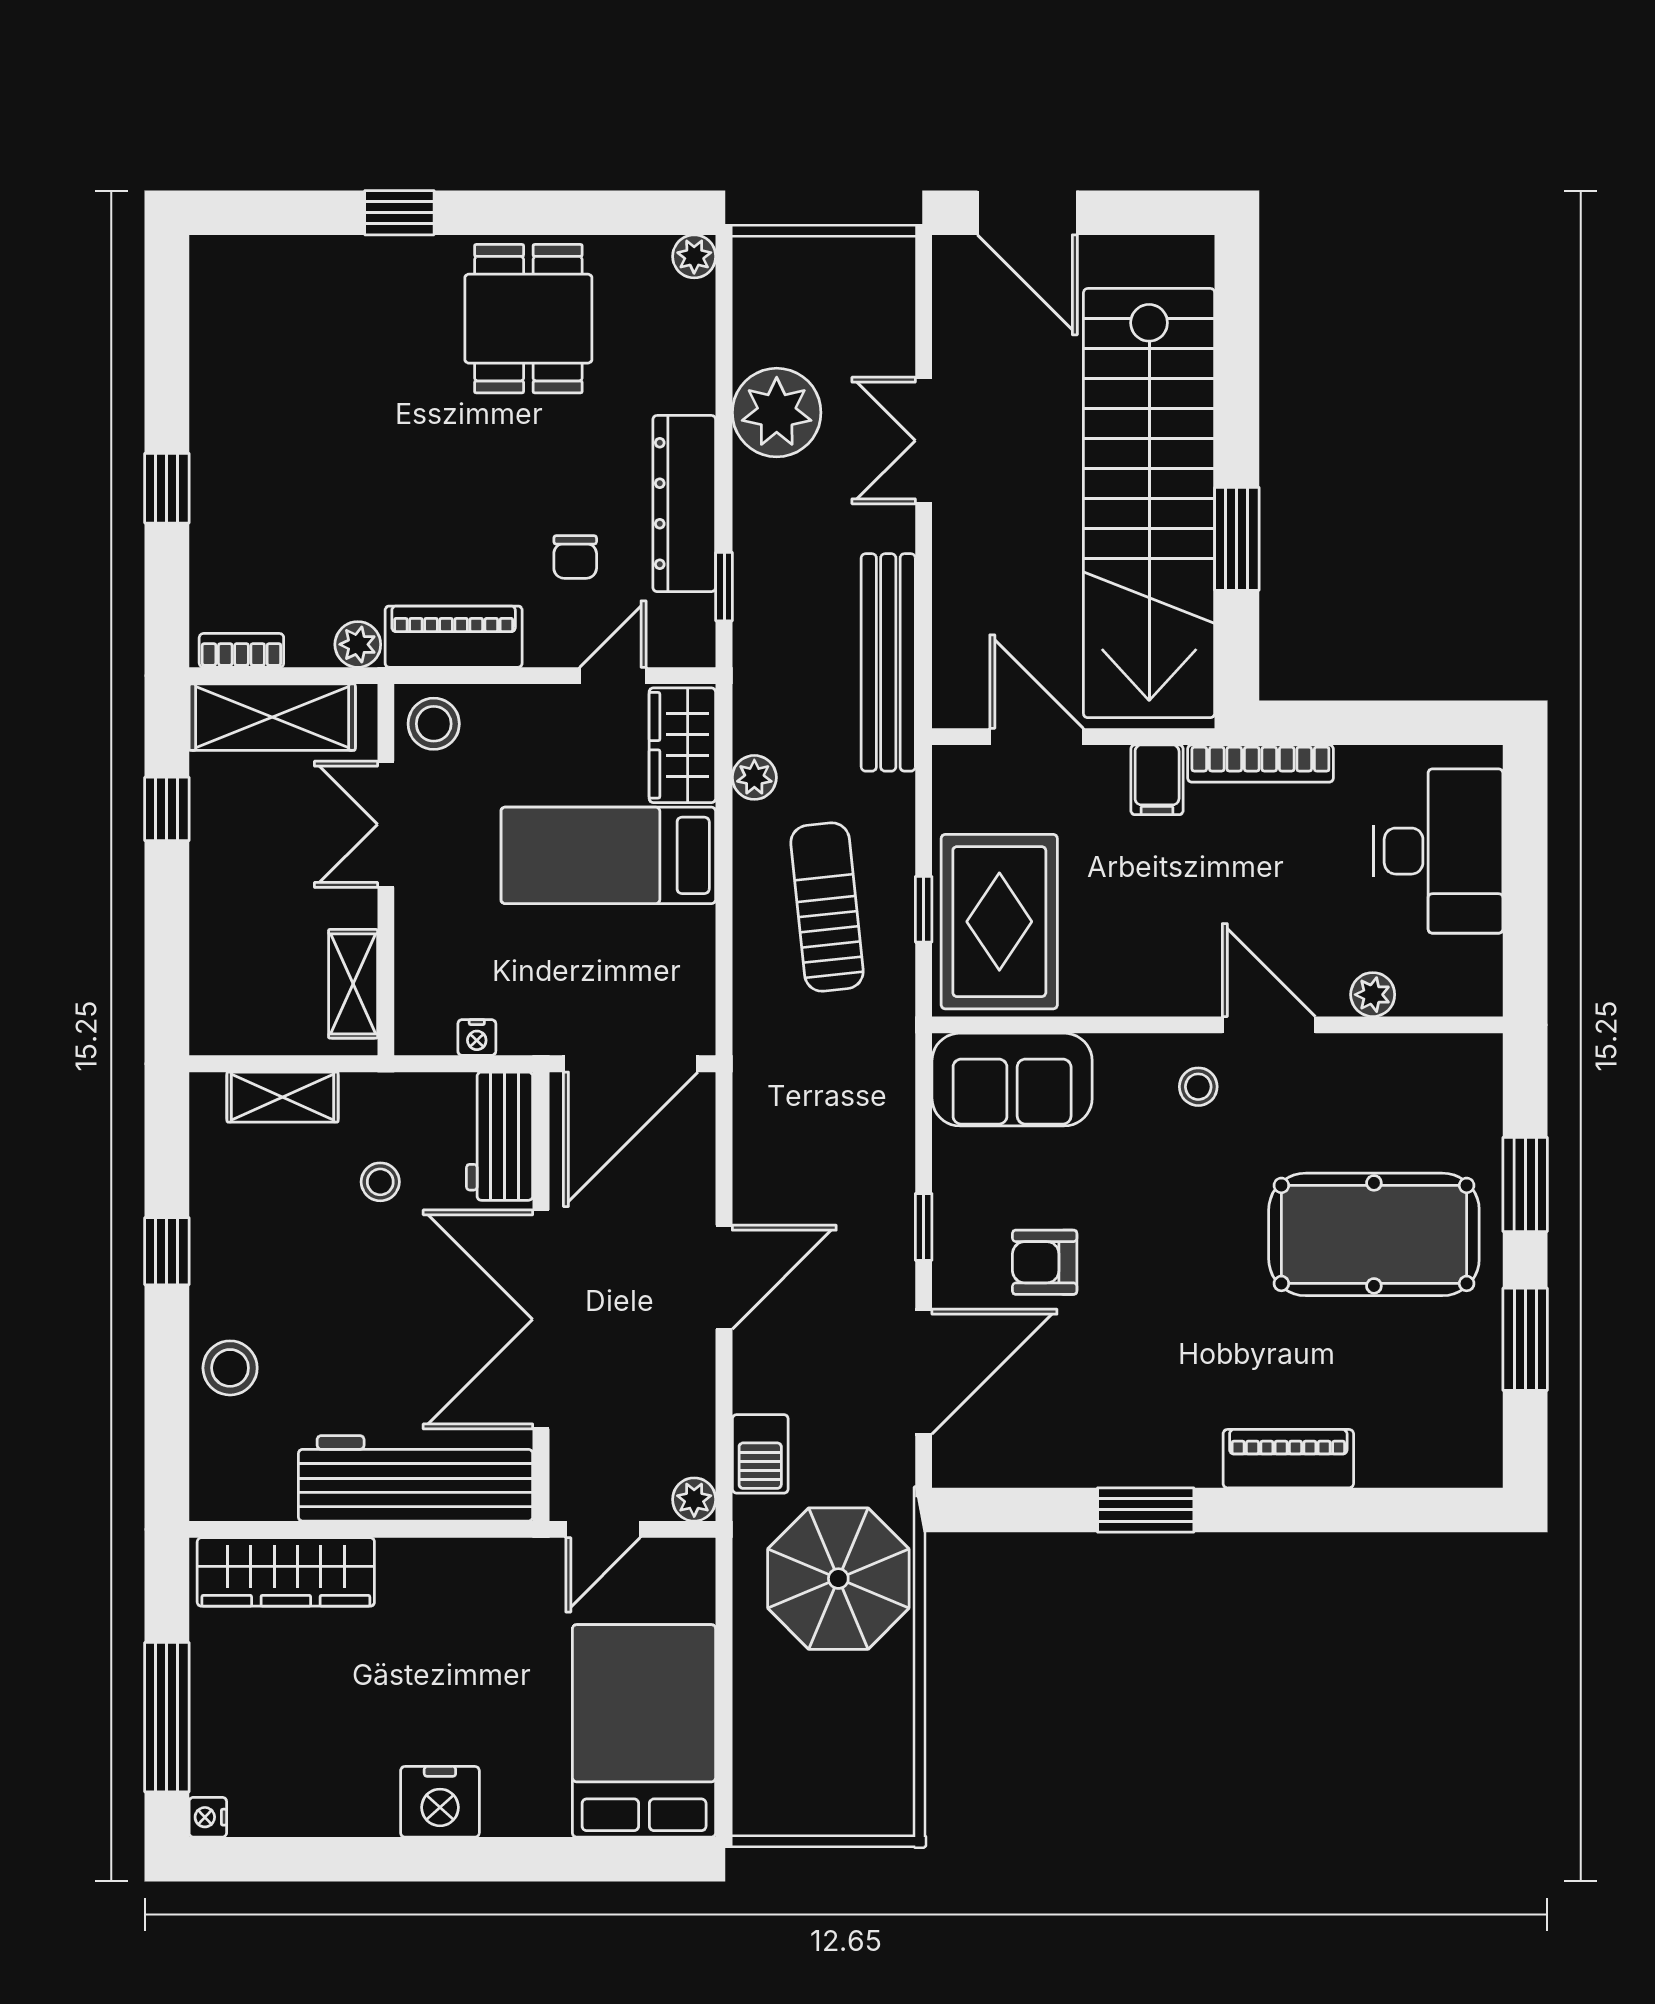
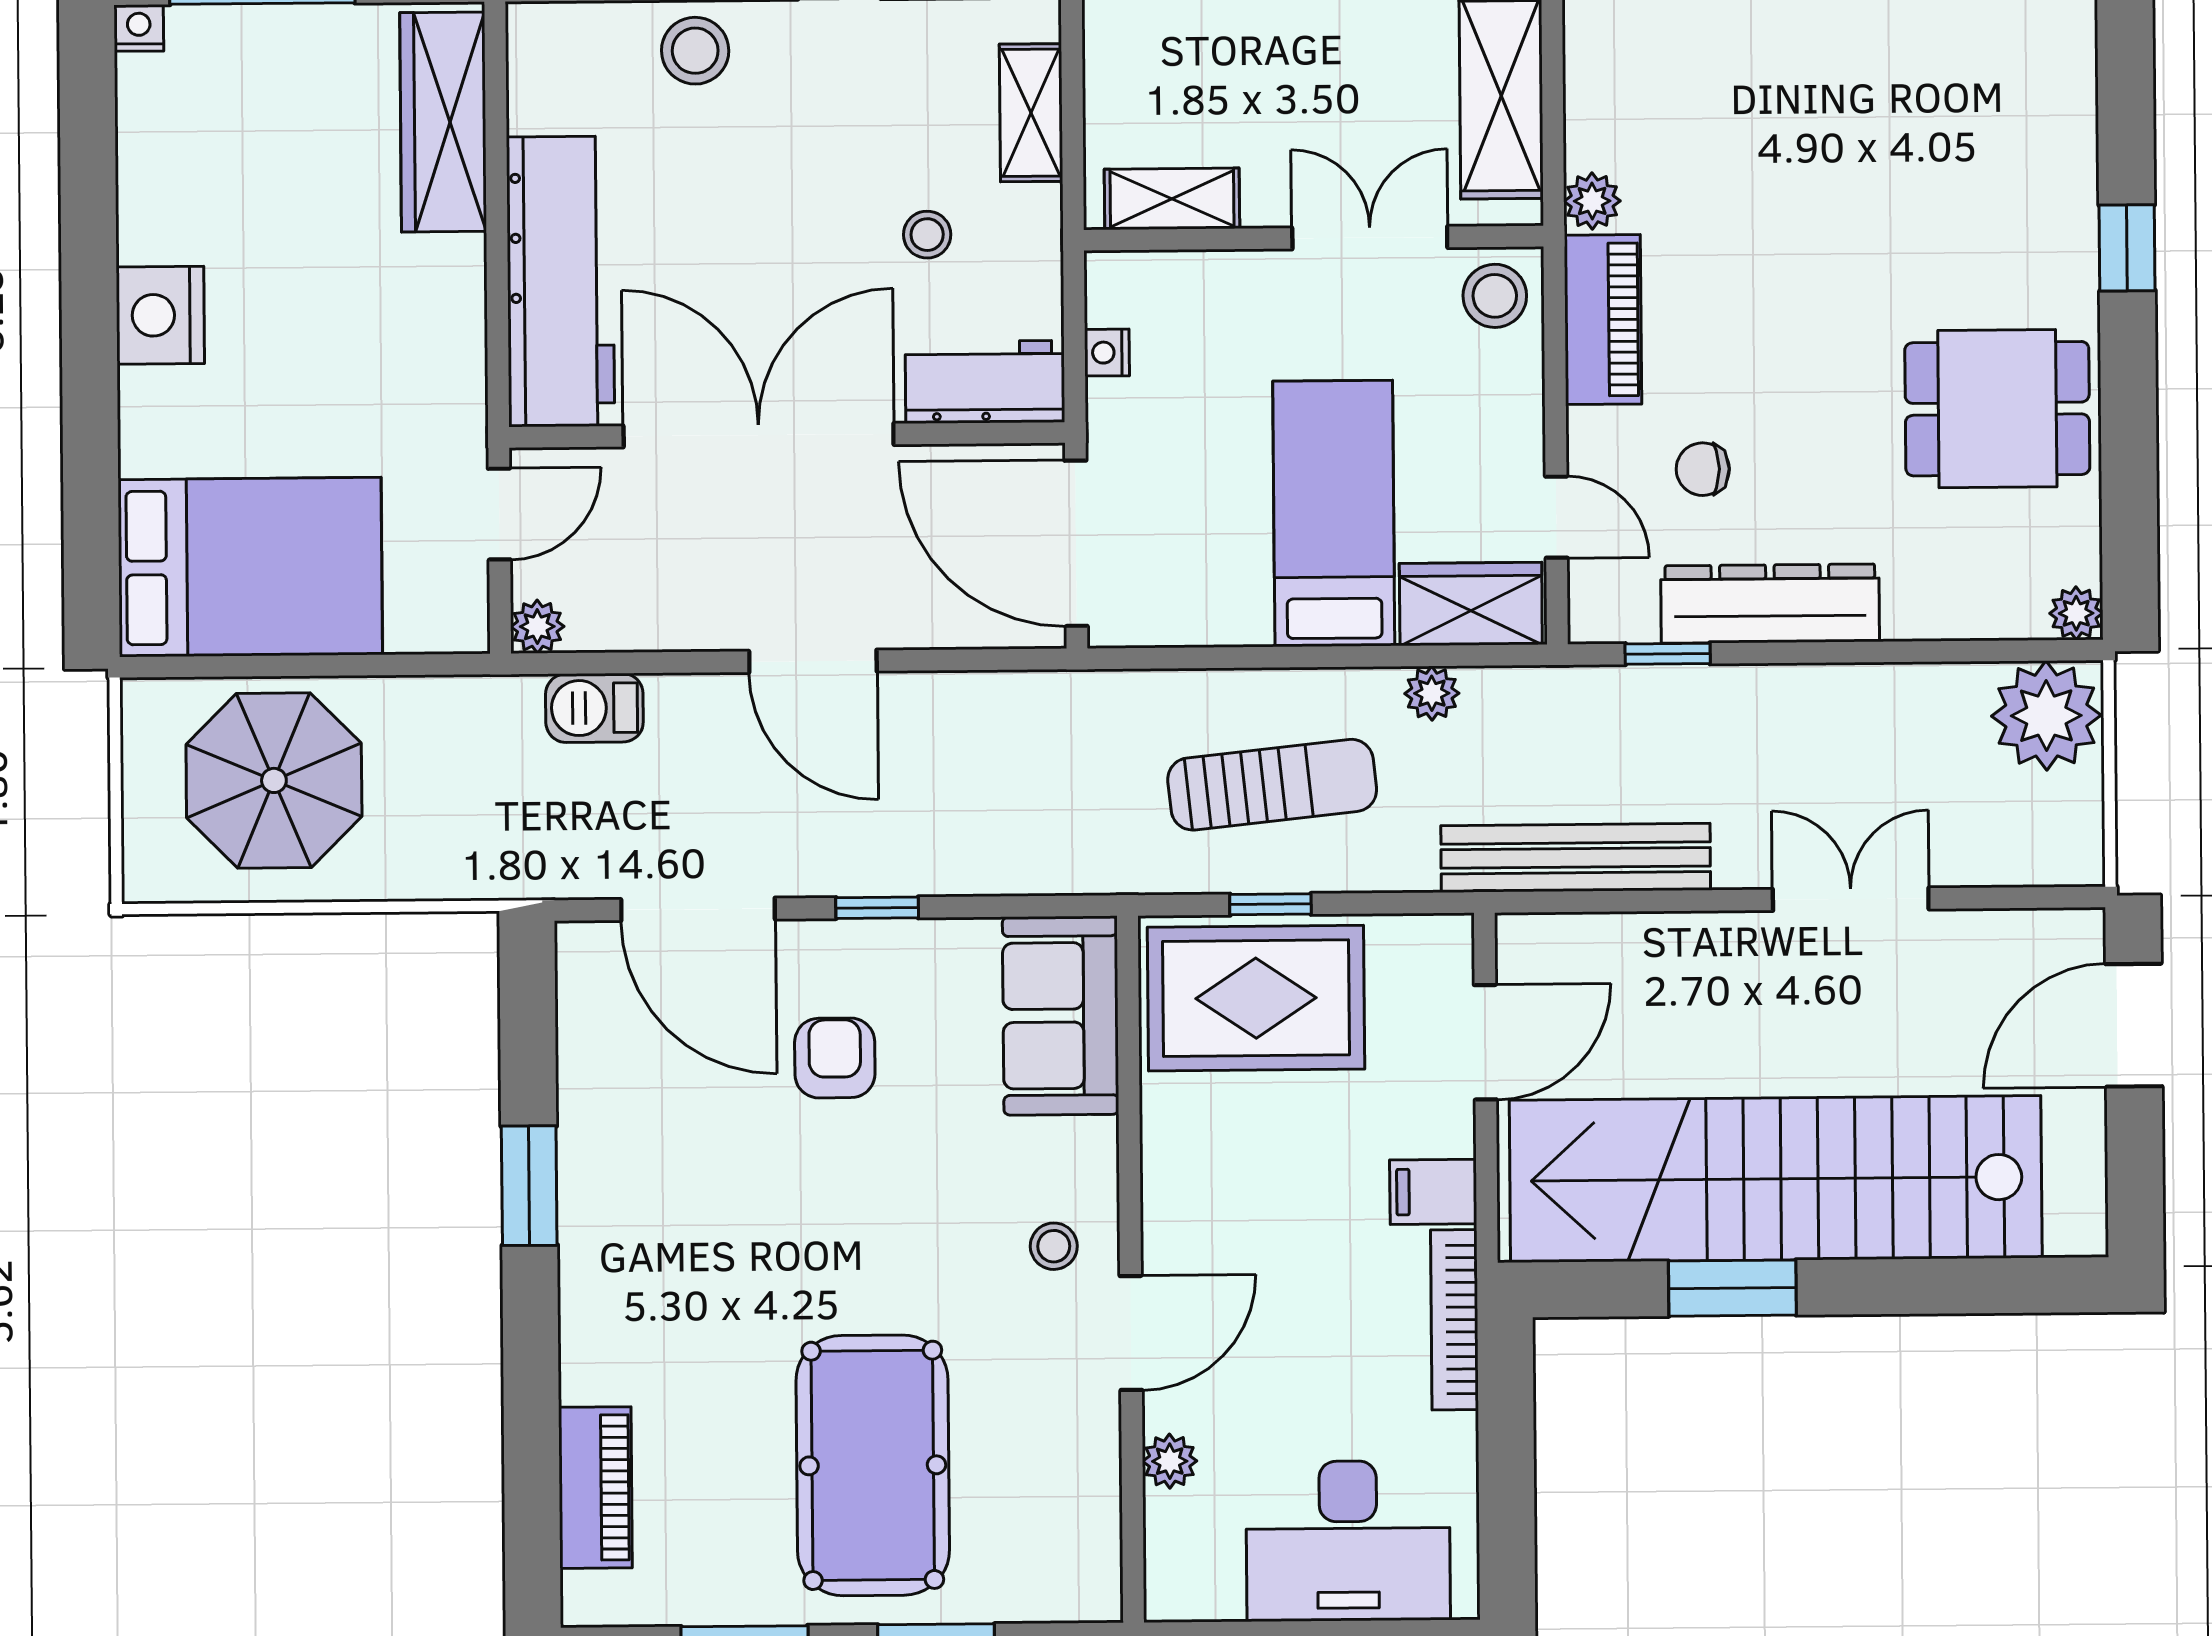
plant: (777, 413) -> (2046, 716), moved
bookcase: (241, 650) -> (1584, 57), removed
piano: (1288, 1459) -> (595, 1488), moved
door: (603, 1529) -> (499, 514), swing flipped
parasol: (838, 1579) -> (274, 780), moved

